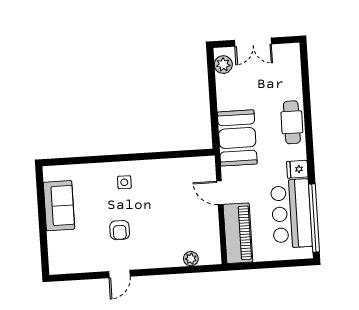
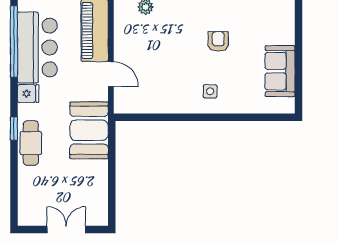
plant: (223, 65) -> (99, 208), removed
window: (309, 135) -> (14, 129), added

